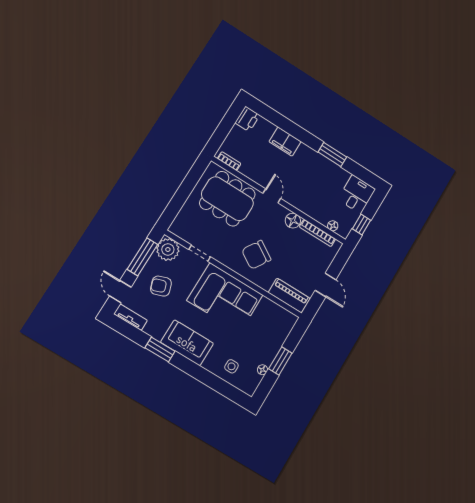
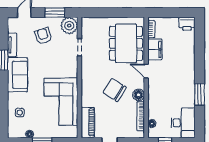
filing cabinet: (285, 142) -> (155, 49), moved, turned 180
desk: (357, 194) -> (183, 123), width x1.37
door: (272, 196) -> (146, 71), swing flipped
chair: (256, 255) -> (115, 90), moved
window: (142, 257) -> (55, 13), width x0.69
corner sofa: (225, 298) -> (61, 102), moved
tv unit: (131, 317) -> (12, 45), moved

